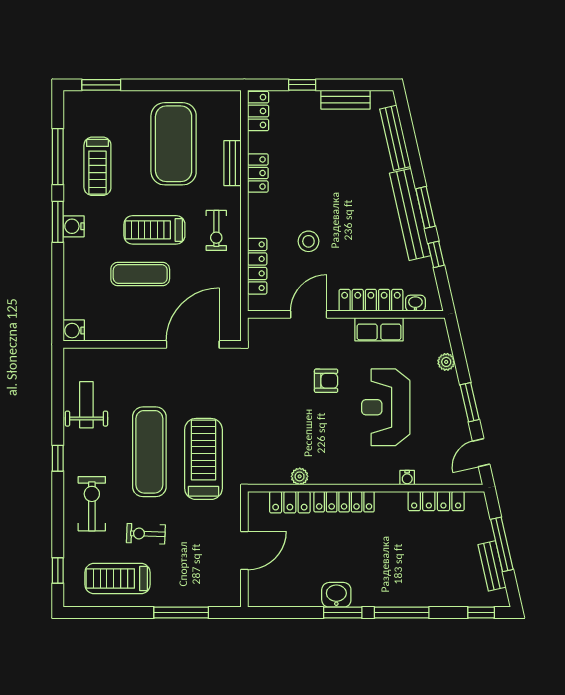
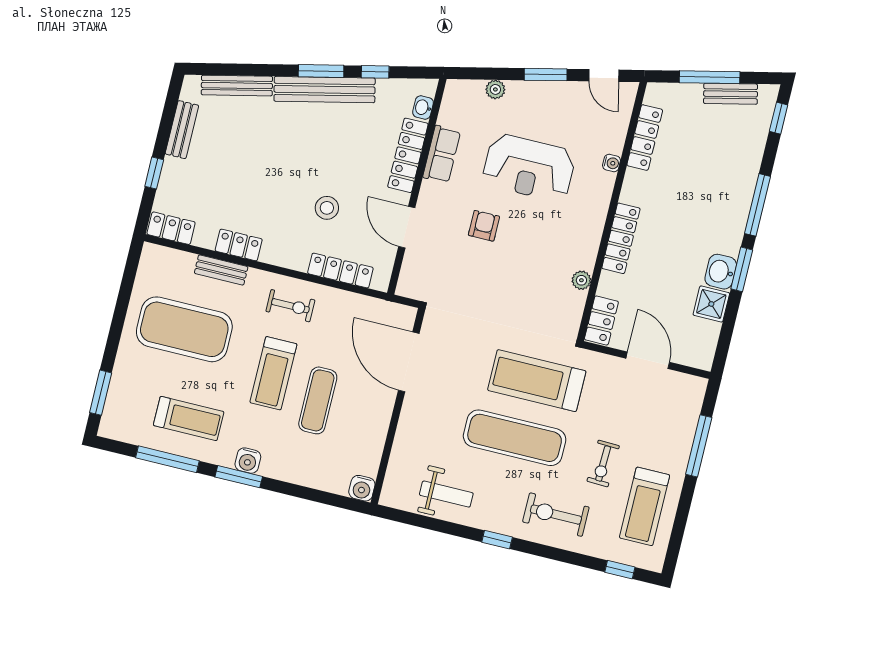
weight bench: (86, 405) -> (446, 494), turned 180
locker: (290, 502) -> (601, 321), moved
shower: (306, 594) -> (711, 304), added

